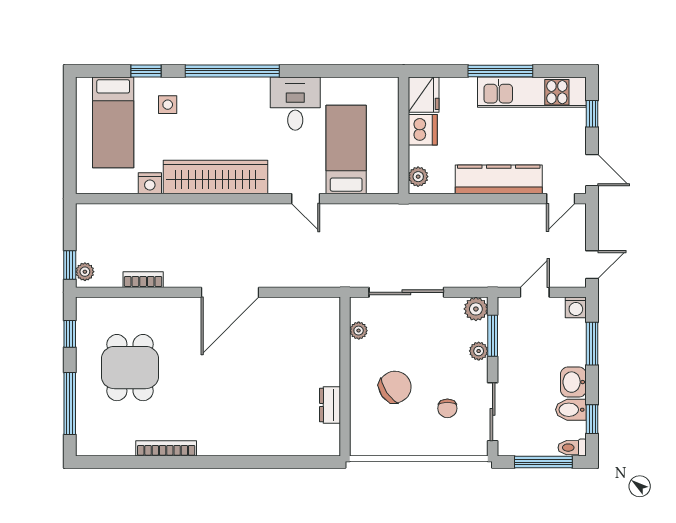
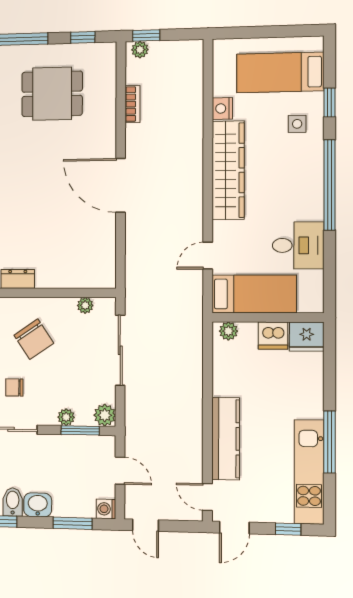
fridge: (424, 95) -> (307, 337), moved
dishwasher: (423, 130) -> (273, 336), moved
wall: (404, 135) -> (268, 317), moved
plant: (418, 177) -> (228, 331), moved

